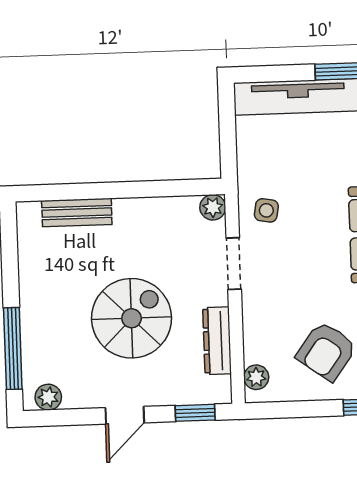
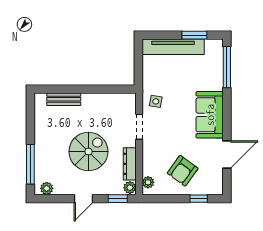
plant: (213, 207) -> (130, 188), moved

